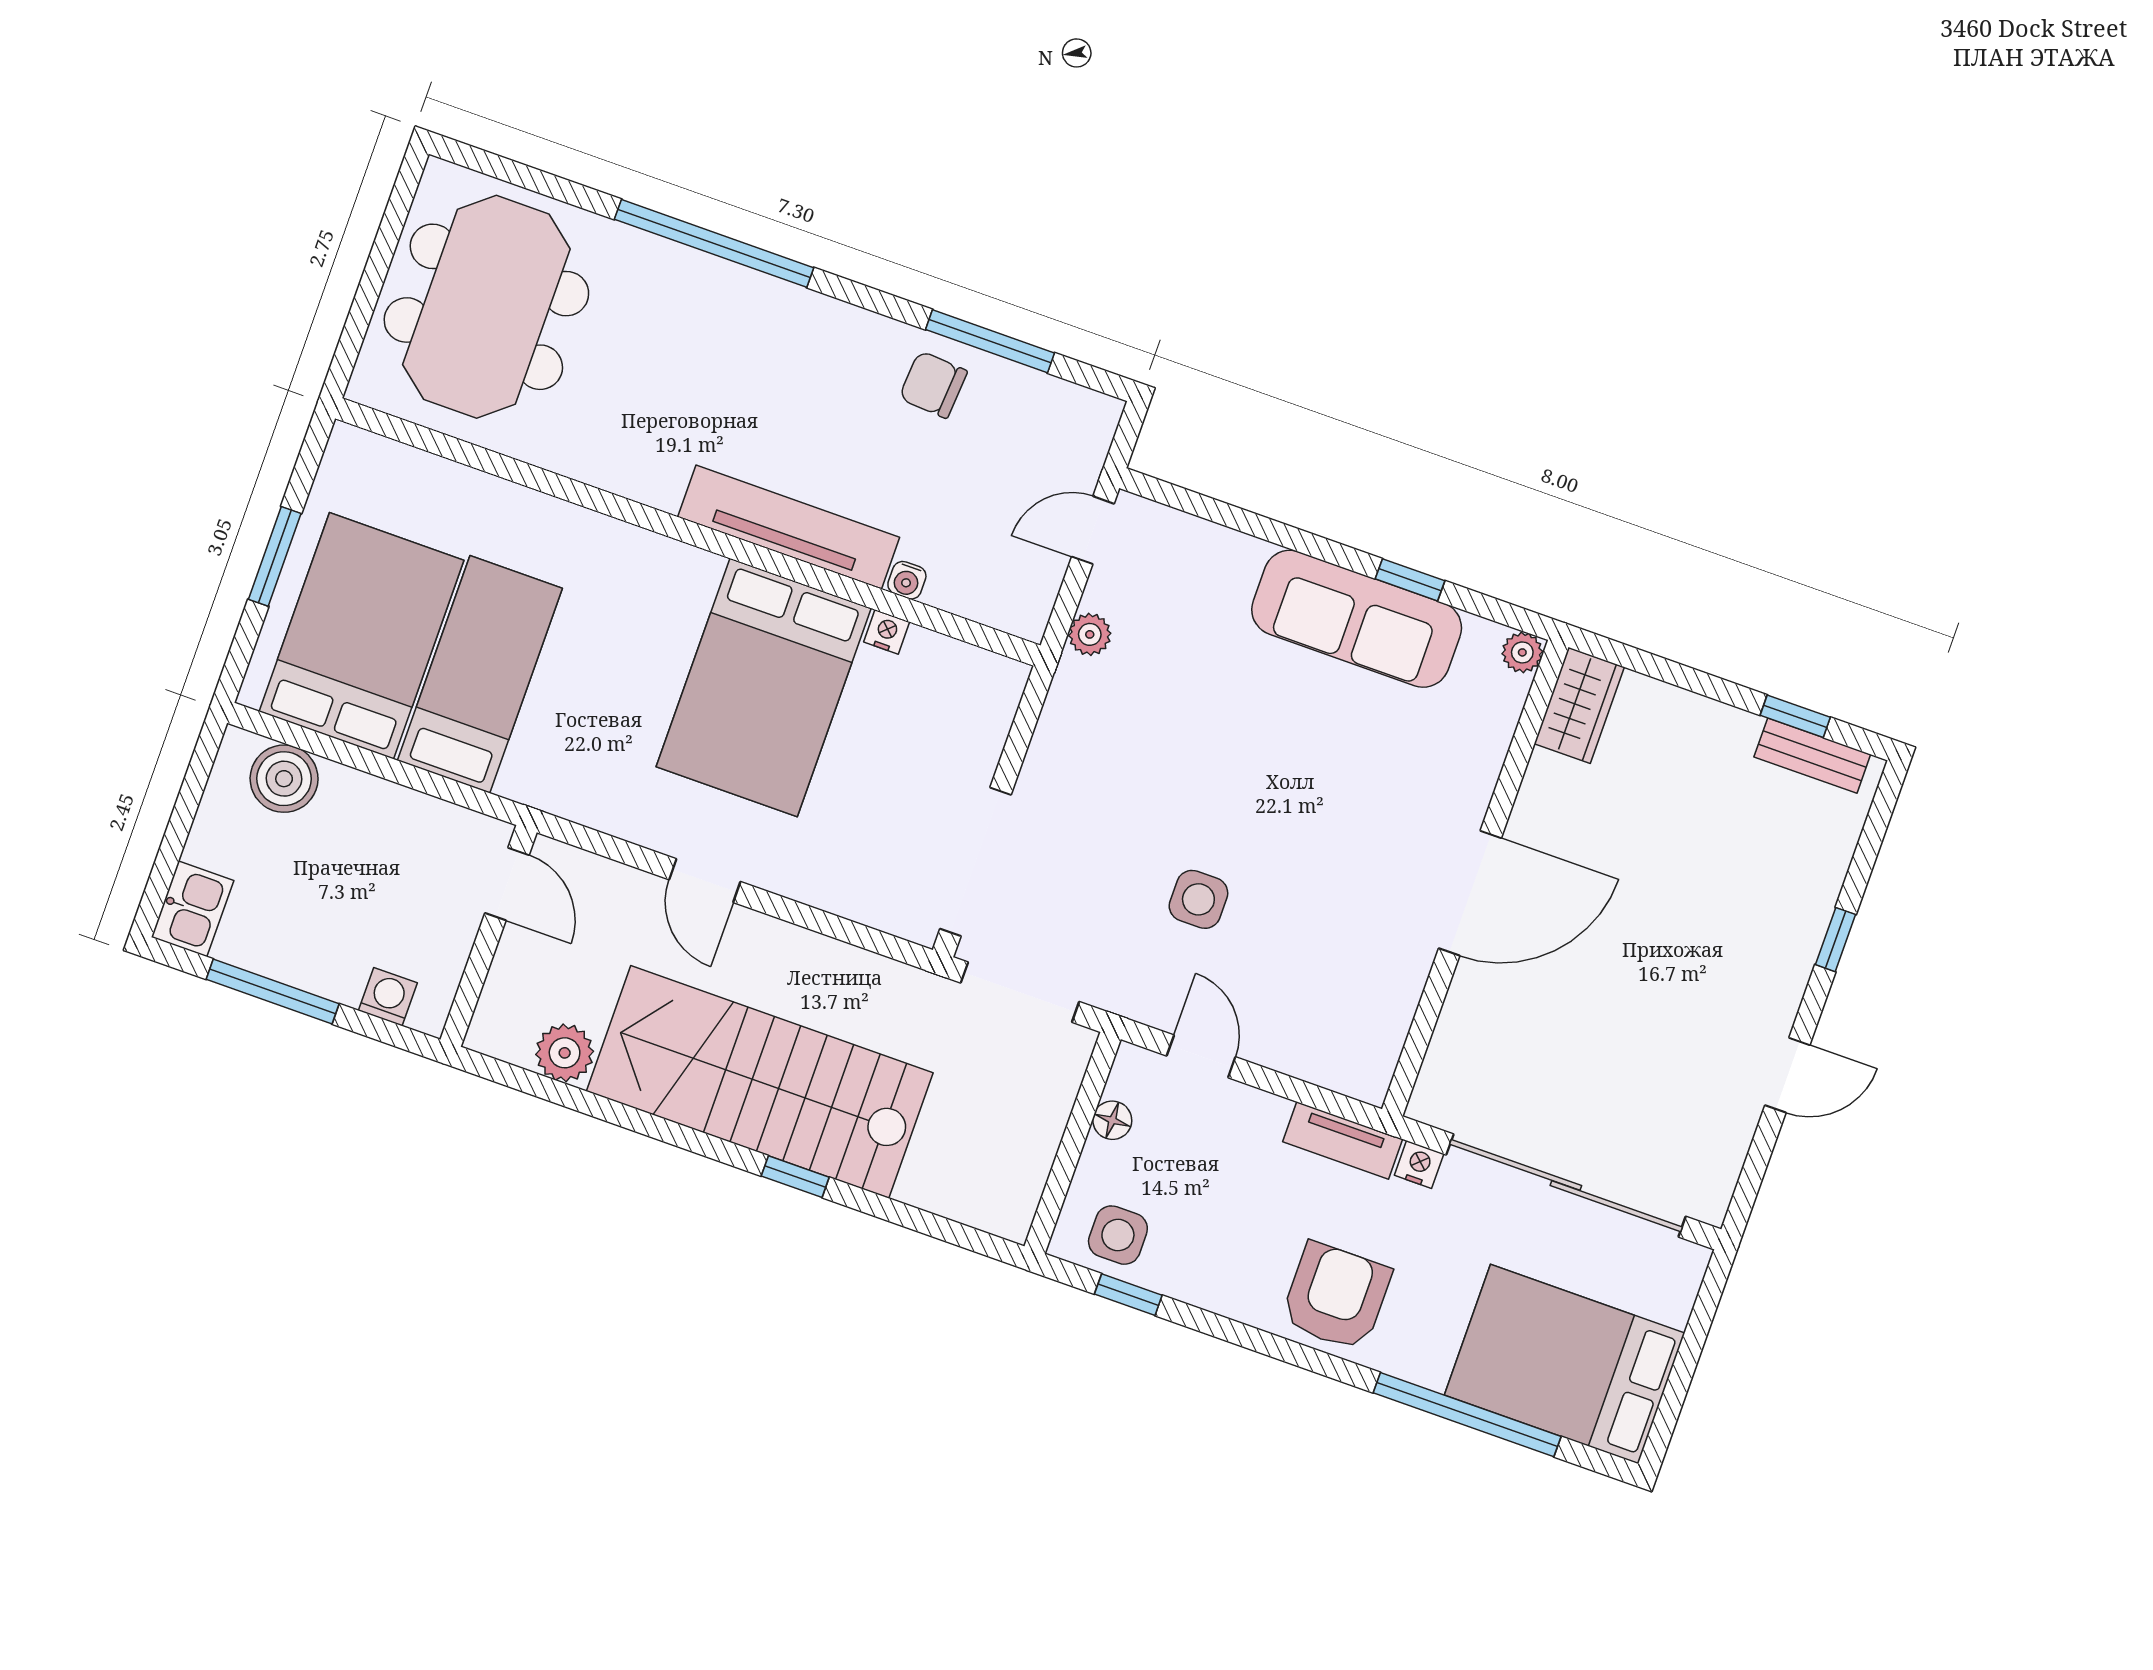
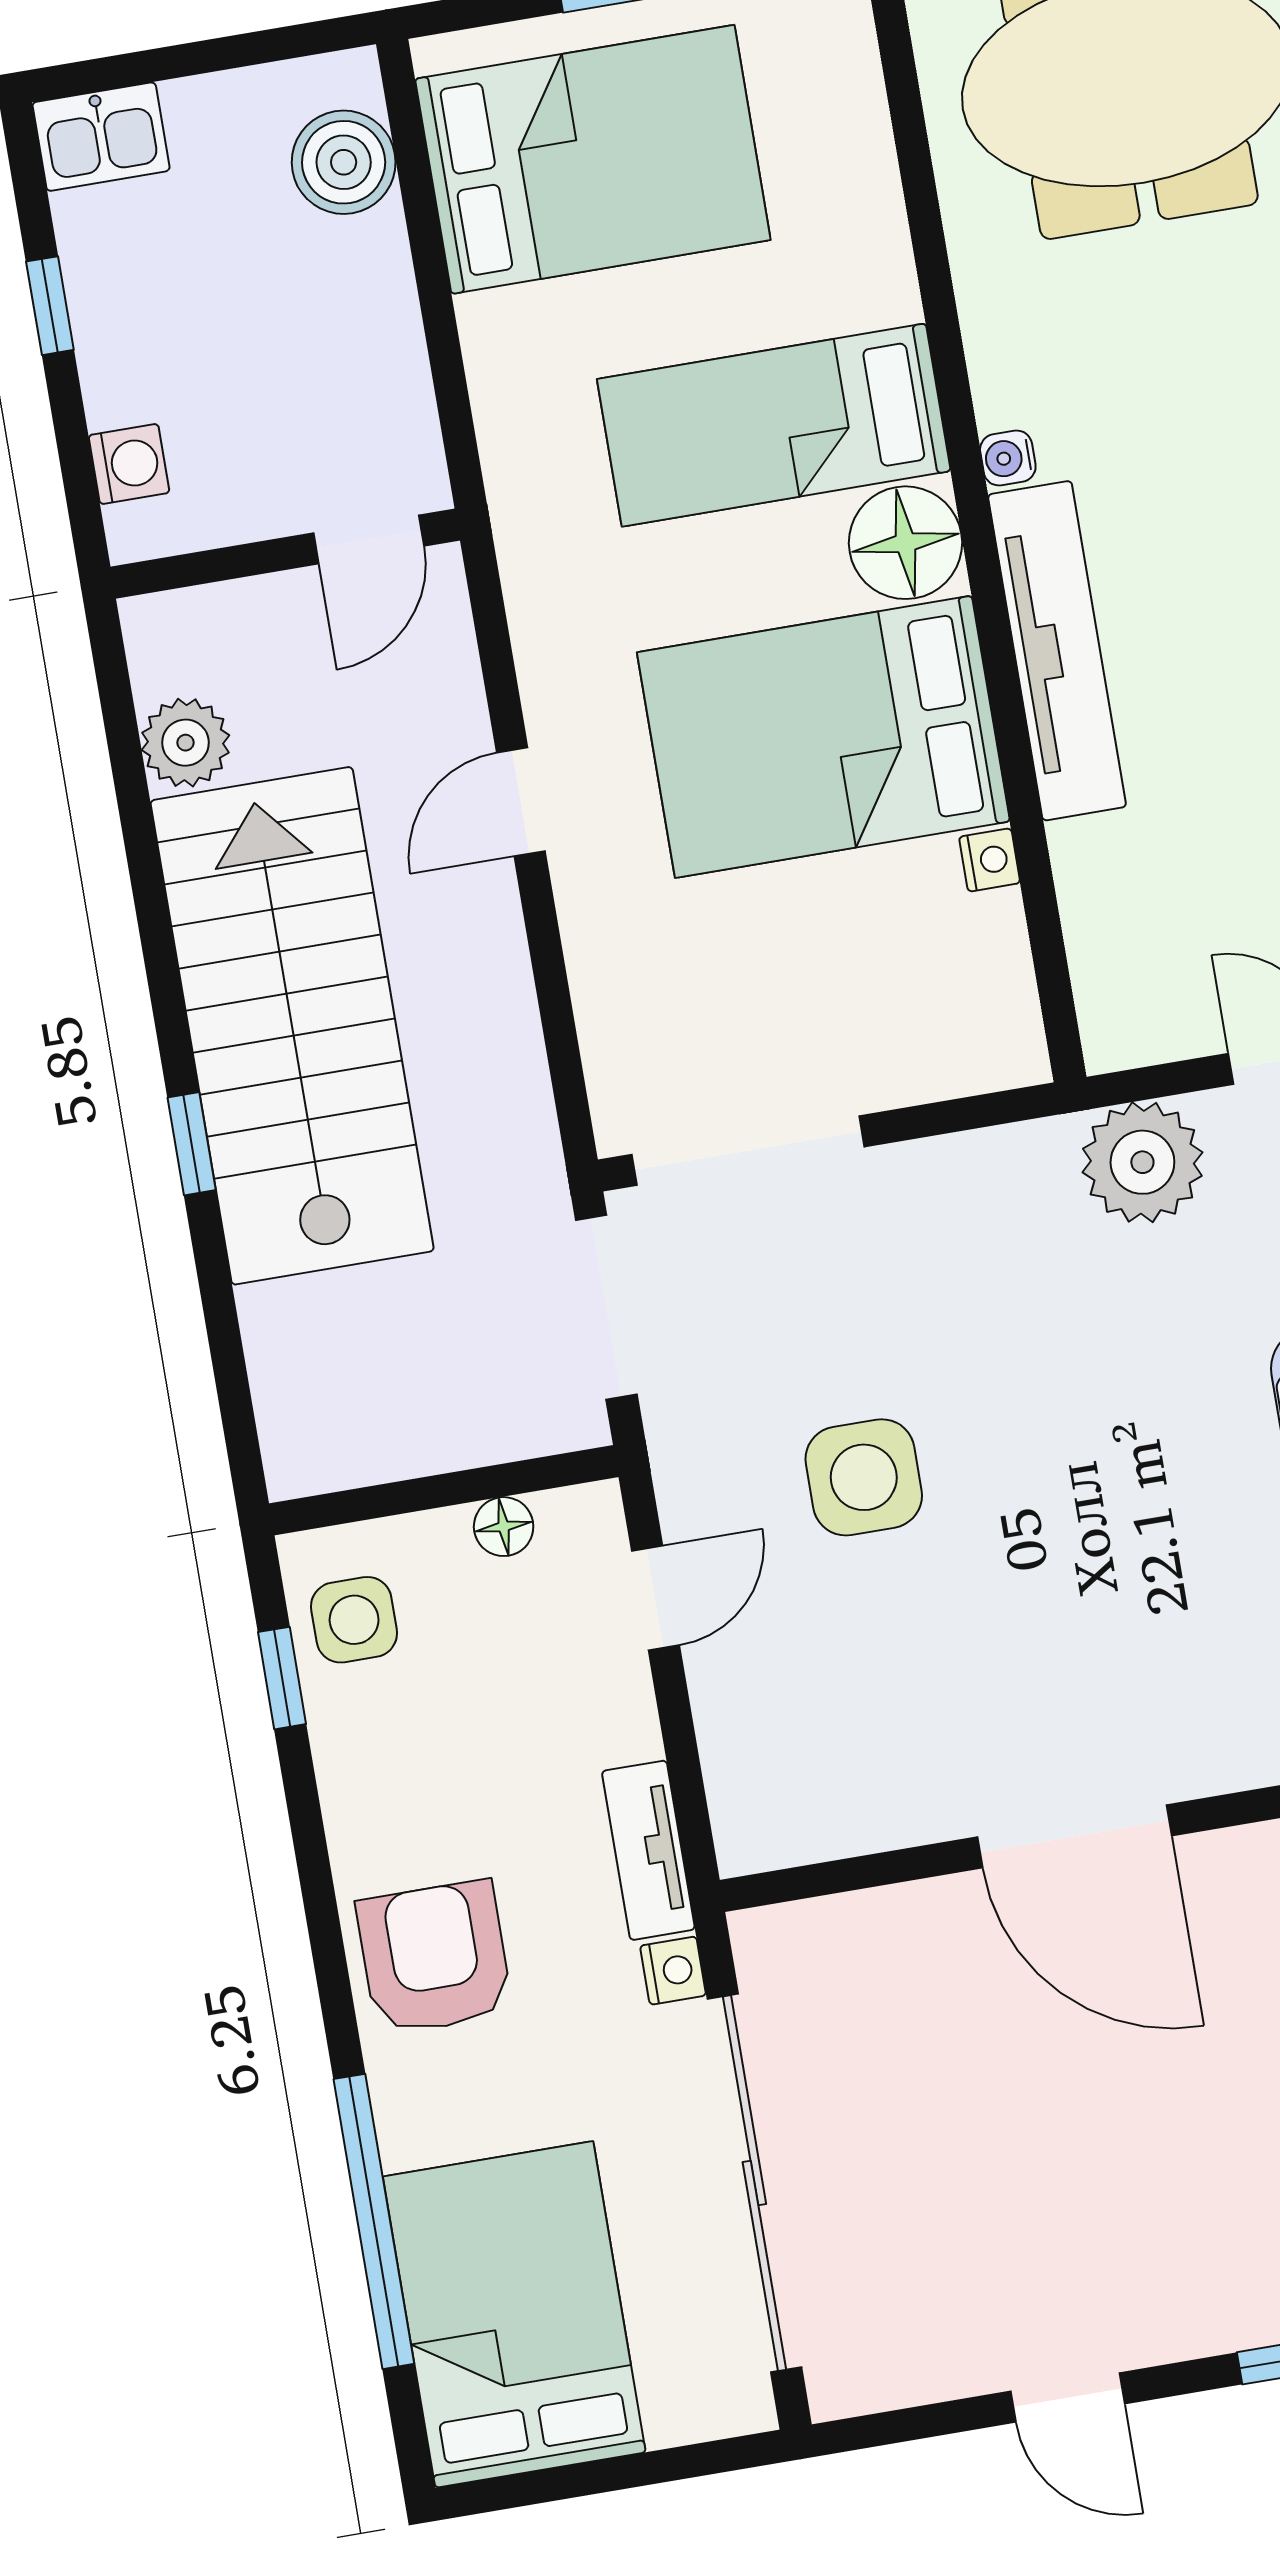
floor lamp: (679, 579) -> (906, 543), added
water cooler: (907, 580) -> (1008, 458), moved
plant: (1090, 634) -> (1142, 1162), width x1.87, depth x1.87
bed: (480, 674) -> (774, 425), moved, turned 180
side table: (1198, 899) -> (864, 1477), width x1.37, depth x1.37
window: (273, 992) -> (50, 306), width x0.46
armchair: (1336, 1296) -> (434, 1958), turned -90

